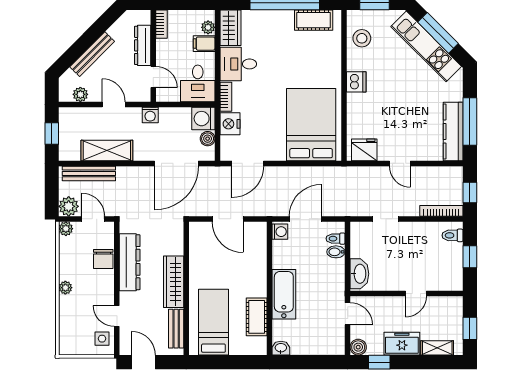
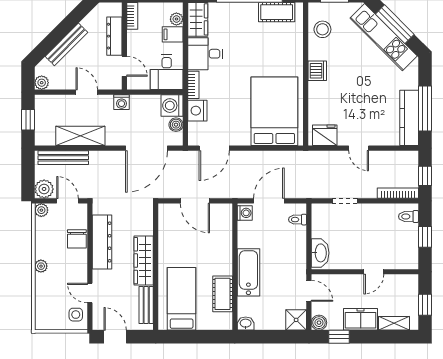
plant: (80, 94) -> (42, 83), moved
bidet: (336, 252) -> (298, 232), removed
shower: (334, 344) -> (296, 320), added

